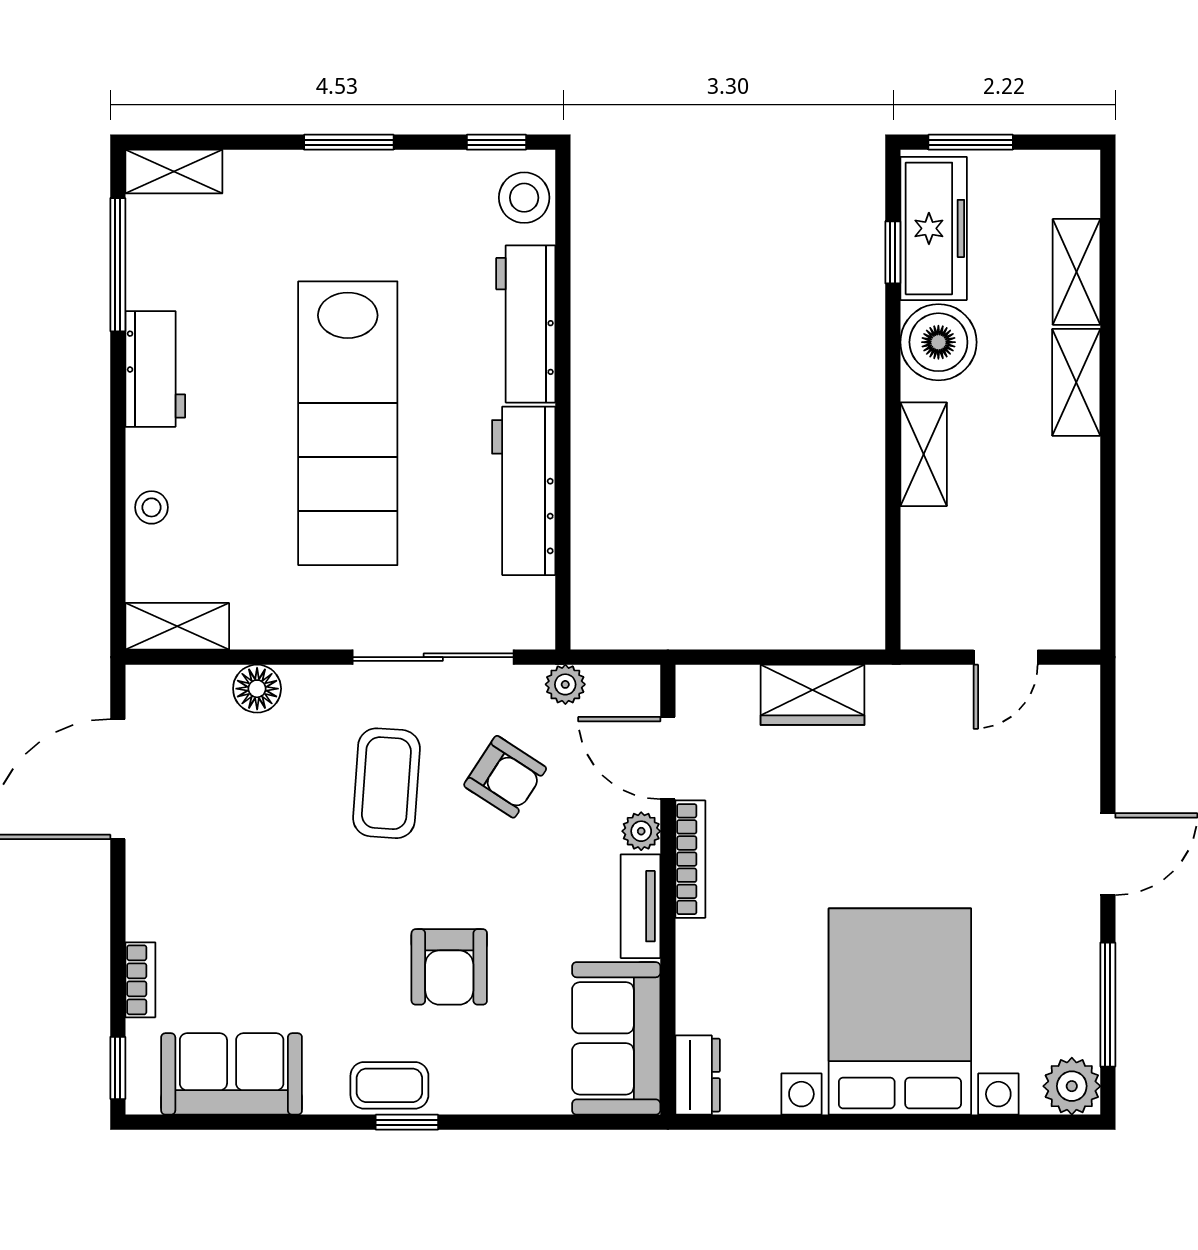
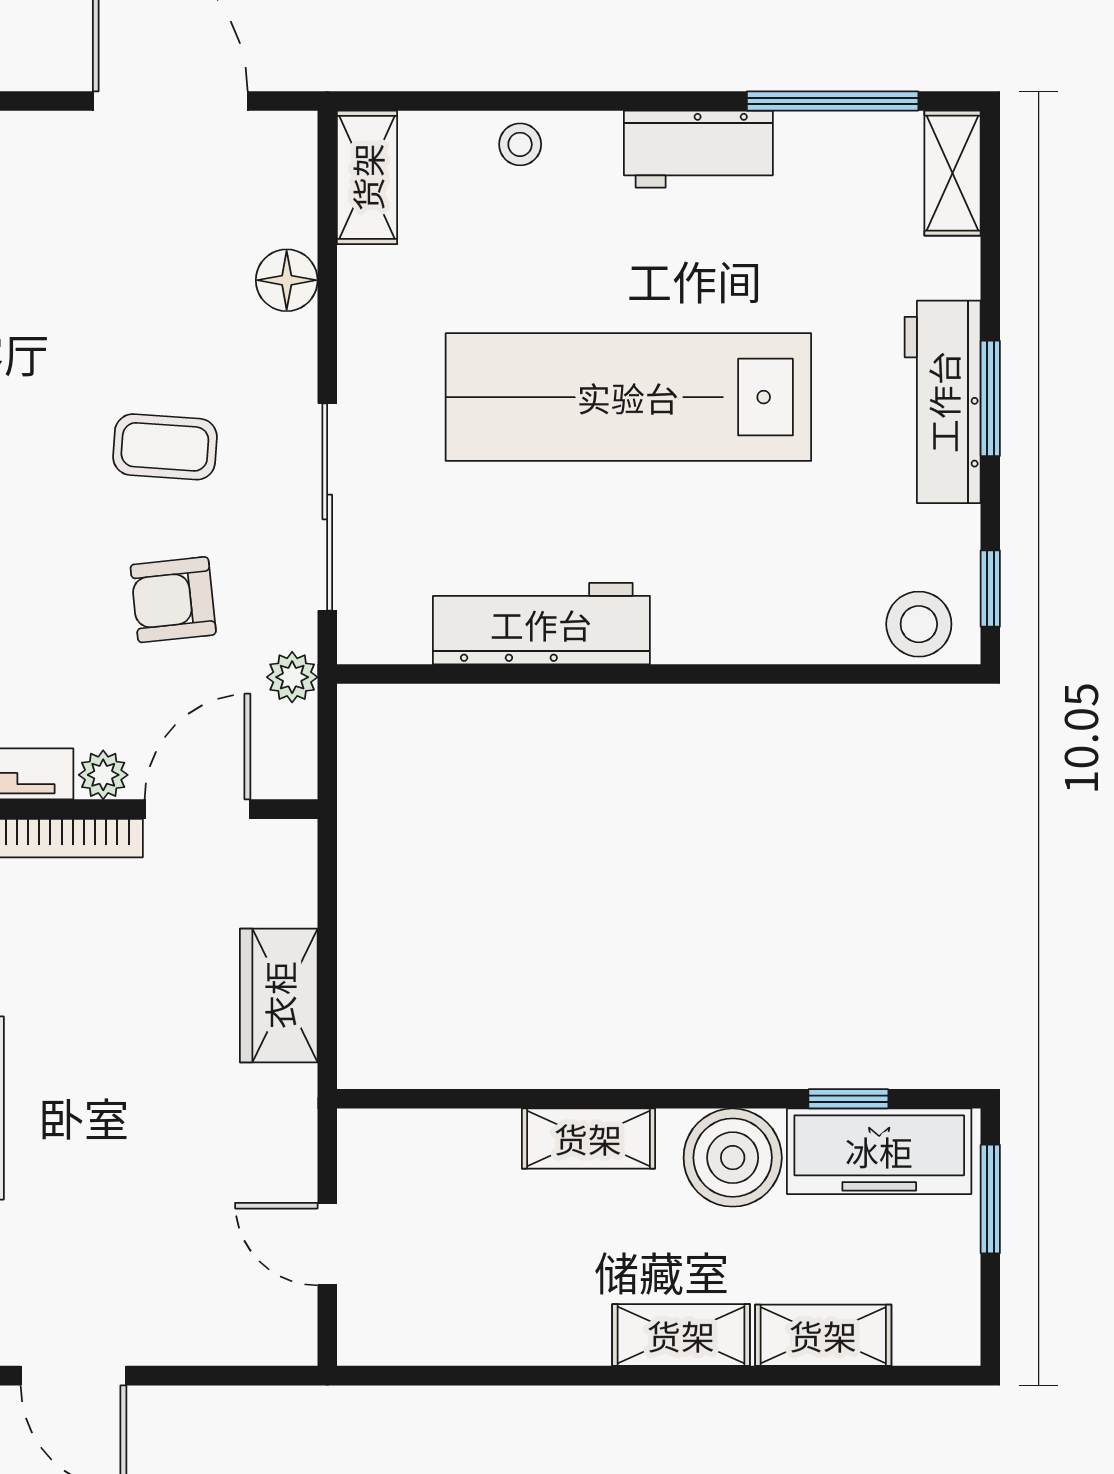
workbench: (526, 324) -> (943, 402), moved, turned -90
armchair: (505, 777) -> (173, 600), turned 51
coffee table: (386, 783) -> (165, 447), width x0.73, depth x0.77

